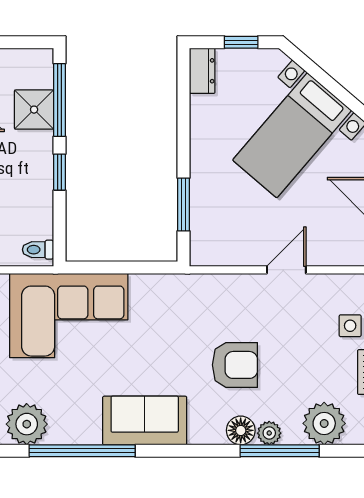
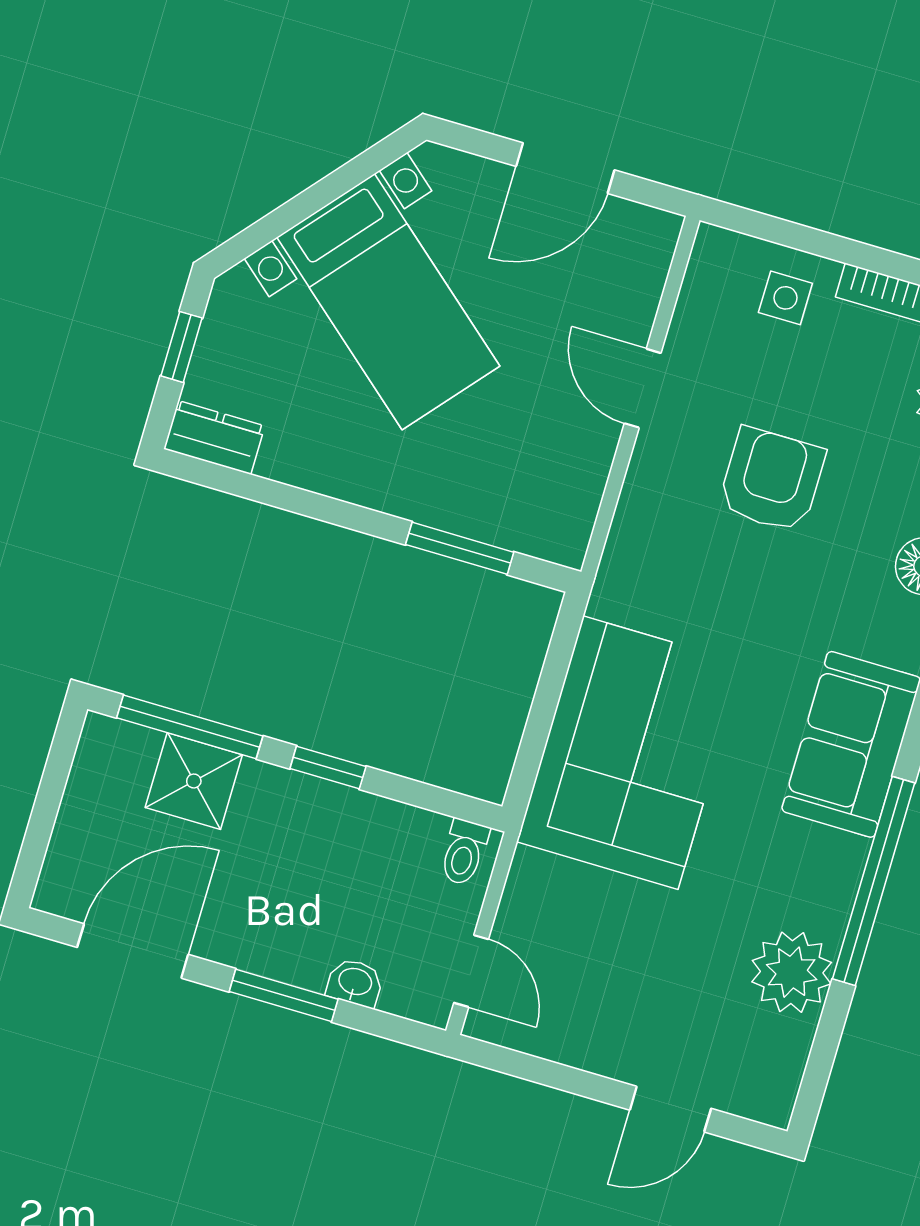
corner sofa: (69, 316) -> (630, 753), moved
armchair: (235, 365) -> (772, 480), moved

